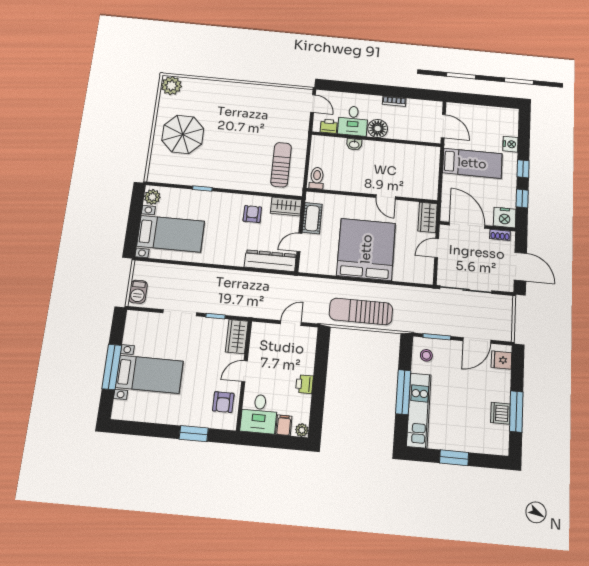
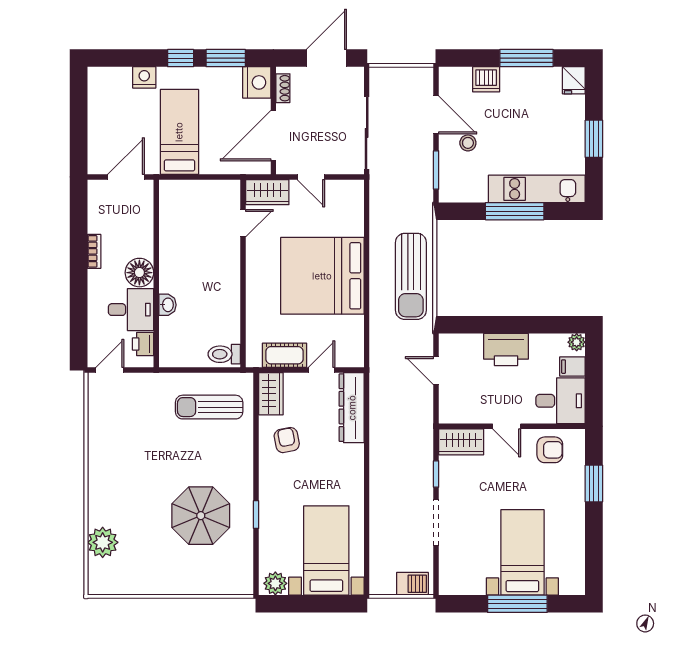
plant: (171, 86) -> (103, 542), moved
parasol: (183, 134) -> (201, 516), moved
door: (386, 197) -> (243, 223), moved
window: (522, 198) -> (226, 58), width x1.50
armchair: (252, 214) -> (287, 440), turned 79
door: (299, 242) -> (322, 370), swing flipped
stool: (426, 355) -> (468, 143), moved
fridge: (501, 360) -> (574, 80), moved
printer: (304, 384) -> (506, 350), width x1.87, depth x1.48
dishwasher: (500, 413) -> (486, 79), moved

